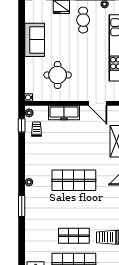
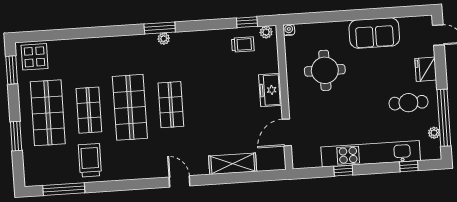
freezer: (64, 113) -> (270, 90), width x0.71
shop shelf: (74, 180) -> (171, 105), width x0.70, depth x0.74
window: (22, 206) -> (160, 28), moved
shop shelf: (74, 208) -> (130, 107), added

